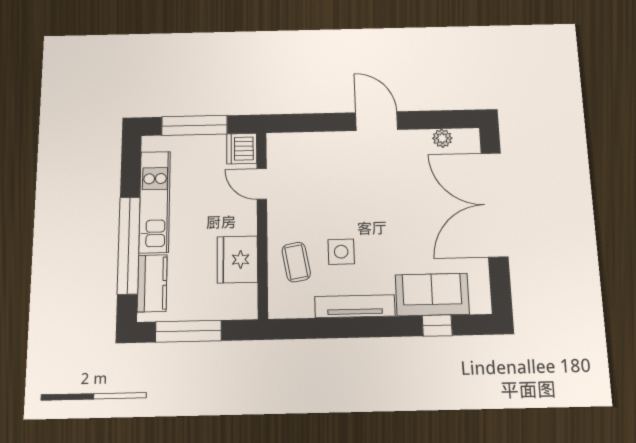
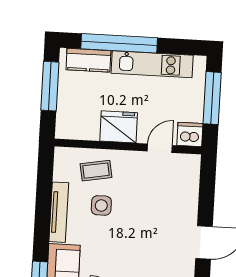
fridge: (237, 260) -> (119, 127), moved

